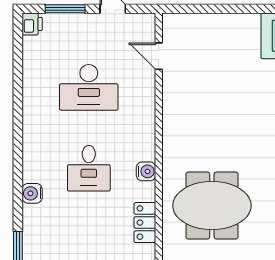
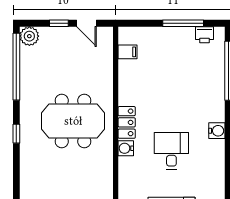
locker: (145, 223) -> (127, 122), moved

